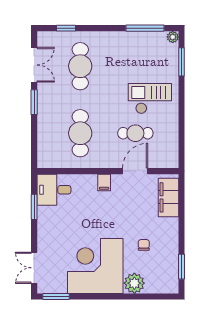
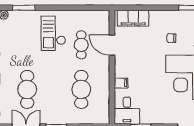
cafe table: (80, 66) -> (27, 89), turned 90
cafe table: (80, 133) -> (81, 89), turned 90
filing cabinet: (104, 182) -> (121, 83), moved

